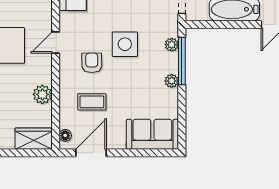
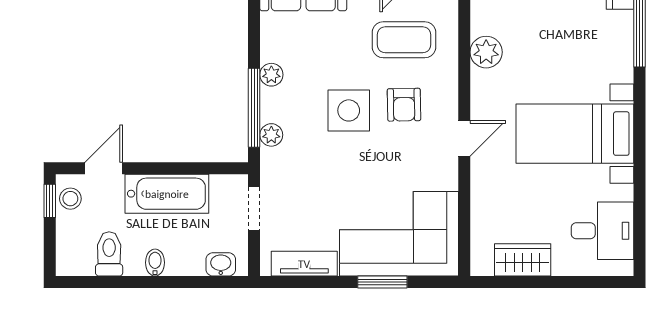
side table: (125, 44) -> (349, 110), moved
coffee table: (92, 102) -> (404, 40), width x1.36, depth x1.30

